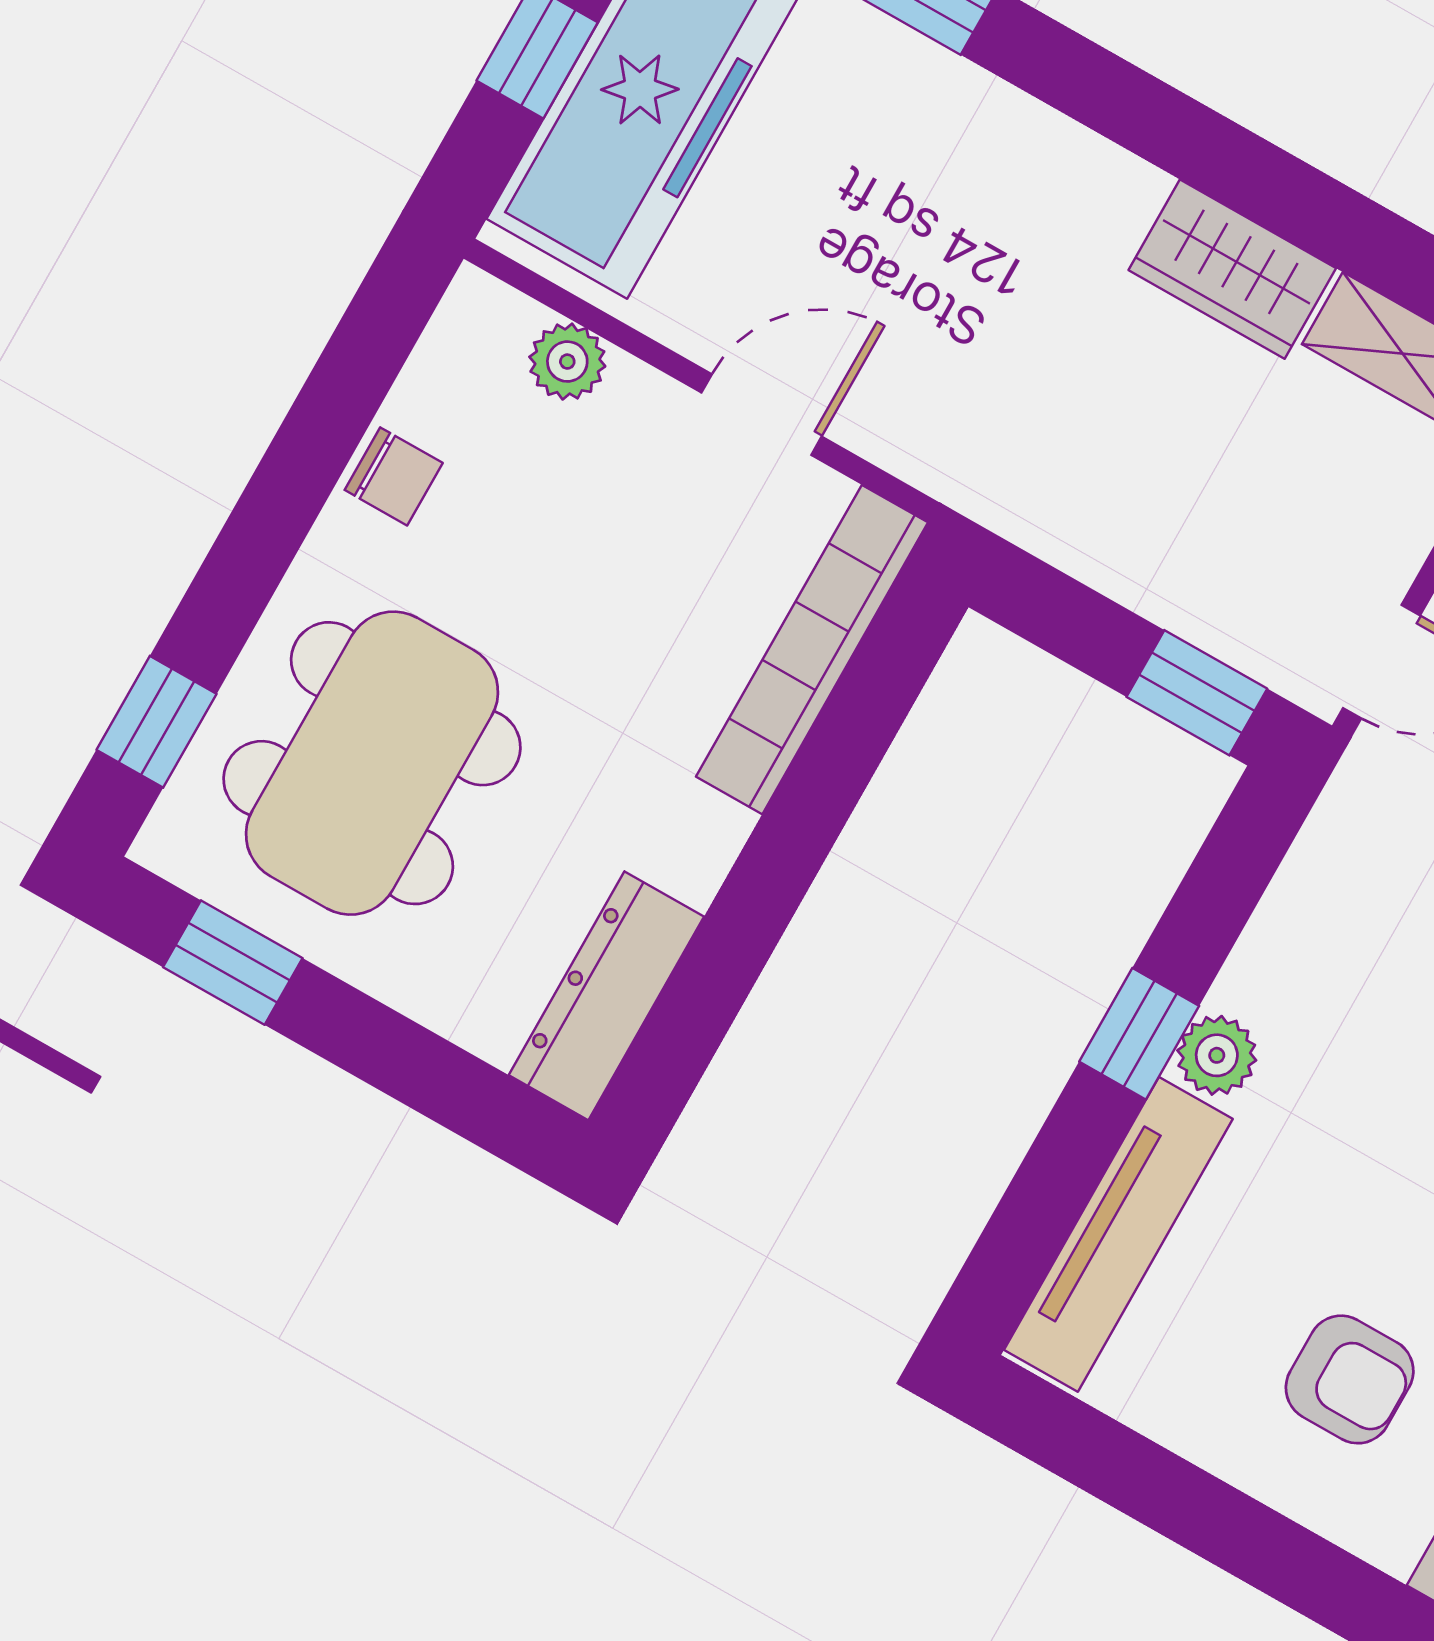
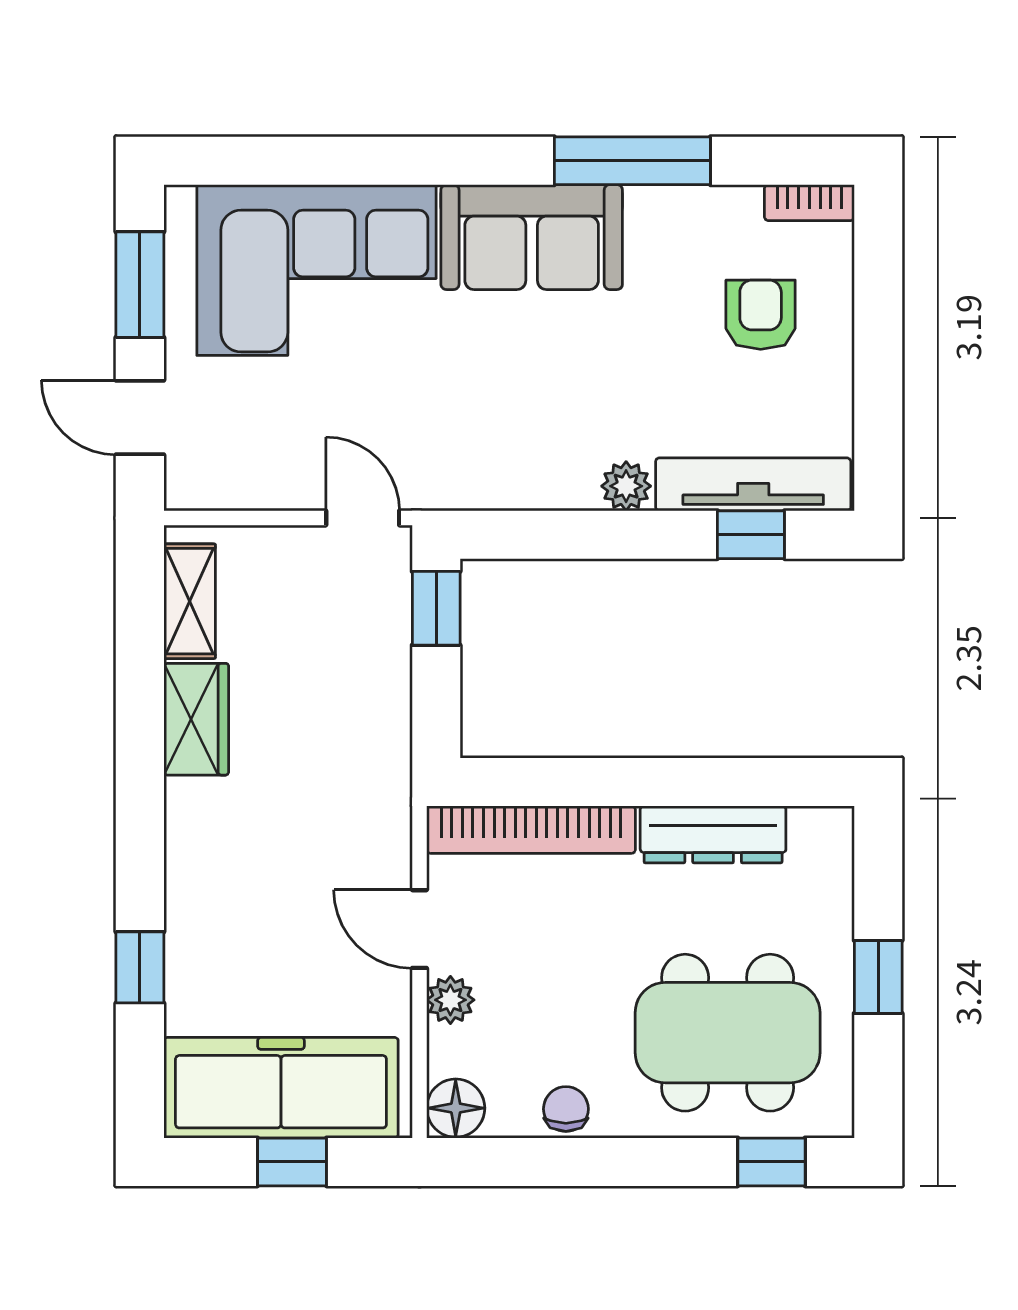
floor lamp: (482, 323) -> (456, 1108), added
plant: (567, 362) -> (450, 1000), moved
window: (233, 963) -> (878, 977), moved
dresser: (606, 996) -> (713, 834), moved
window: (1139, 1034) -> (751, 535), moved

